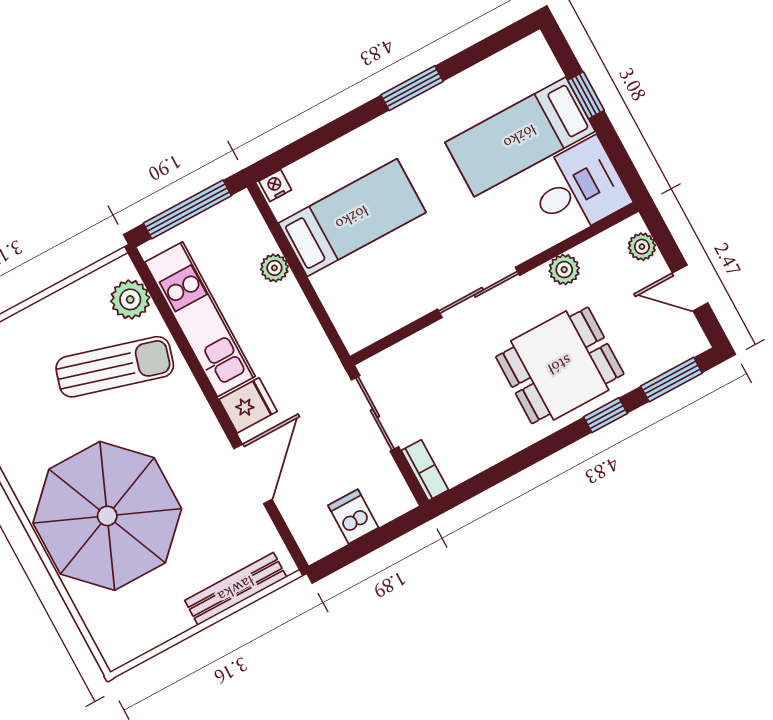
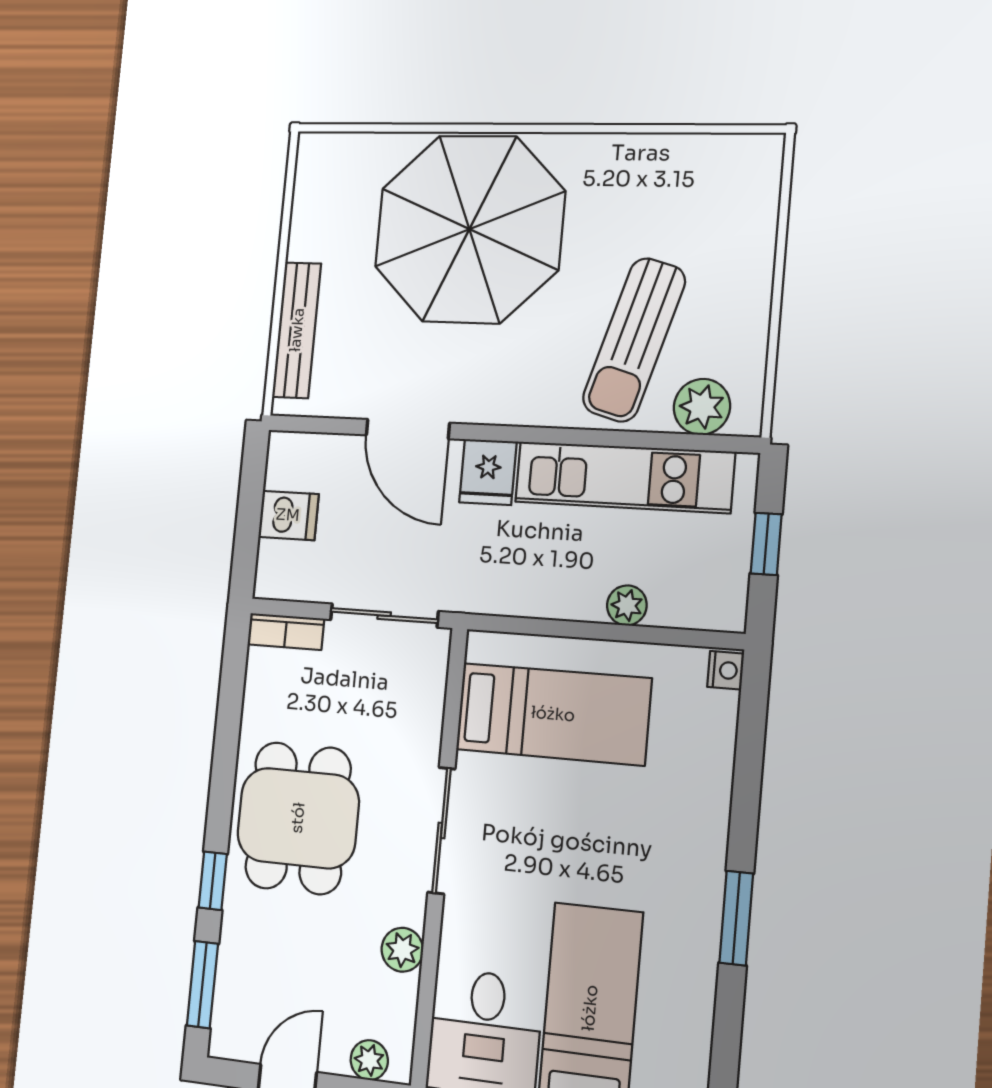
window: (187, 209) -> (766, 544), width x0.46
bed: (352, 218) -> (553, 714), moved, turned -90
dining table: (560, 365) -> (298, 818), moved

